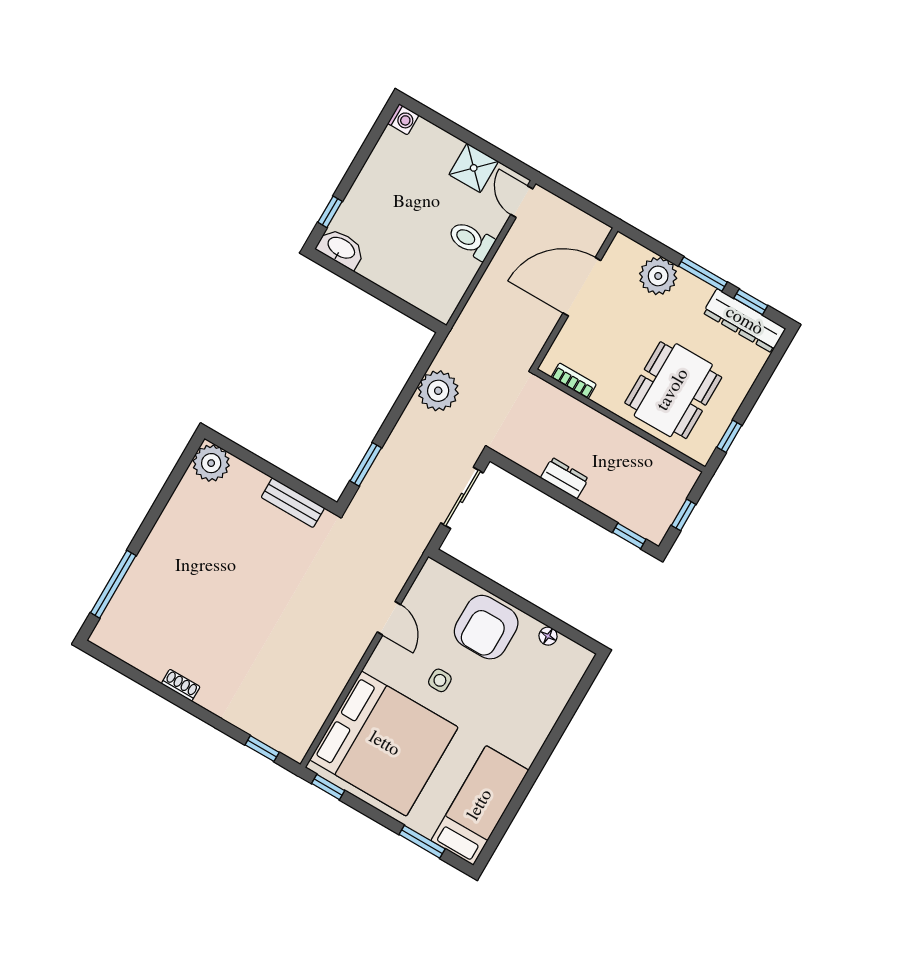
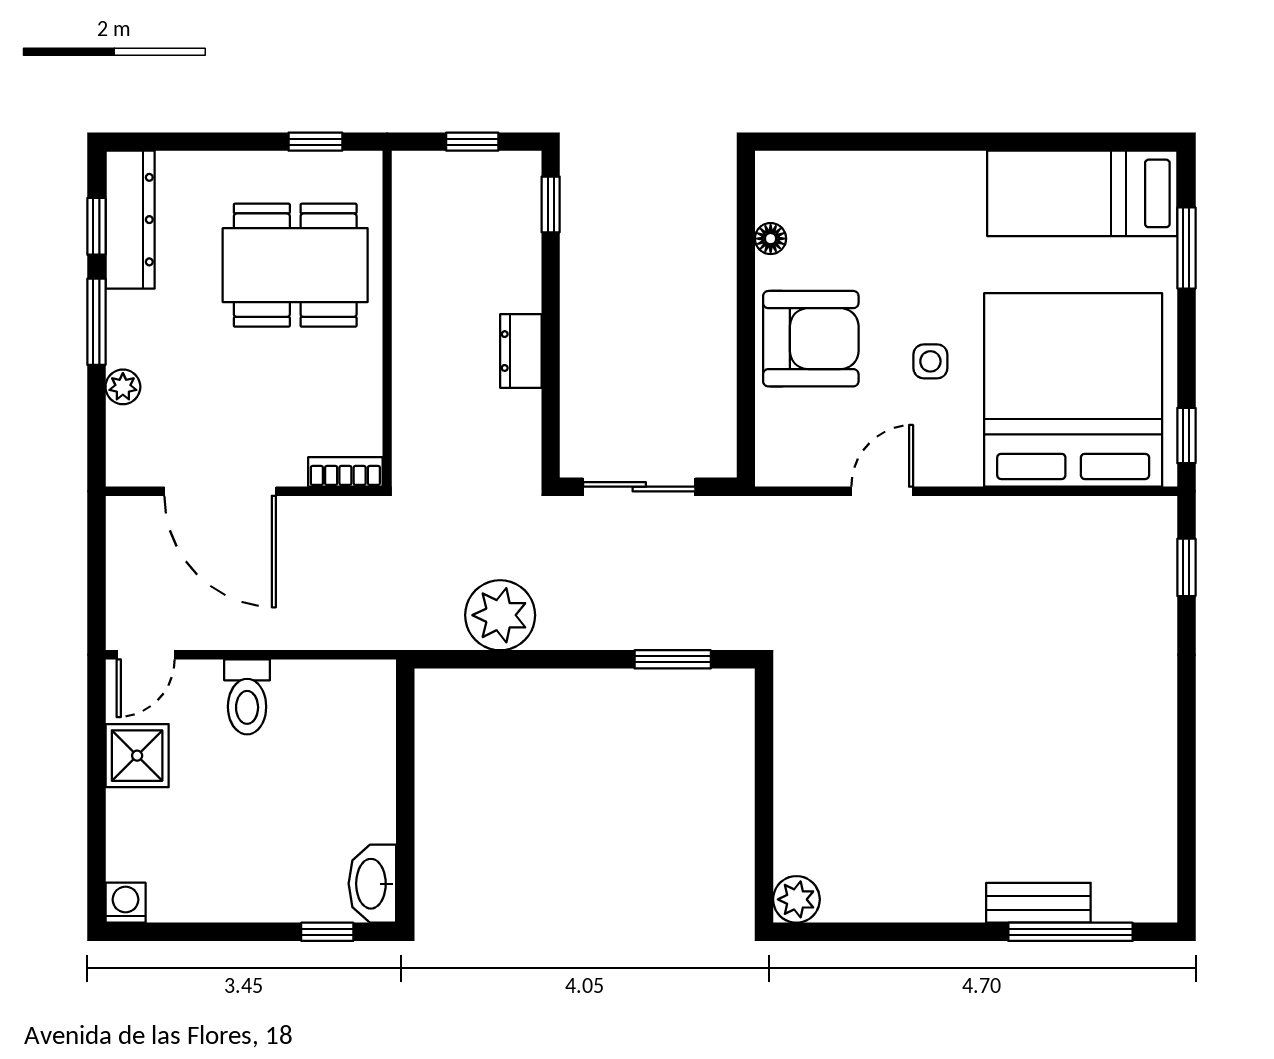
plant: (658, 276) -> (123, 387), width x0.53, depth x0.53
bookcase: (574, 381) -> (345, 472), moved, turned 90
plant: (211, 463) -> (796, 899), width x0.73, depth x0.73
bench: (293, 503) -> (1038, 903), moved, turned 90
shoe rack: (181, 685) -> (1162, 744), removed

